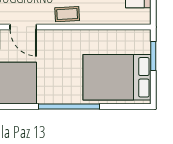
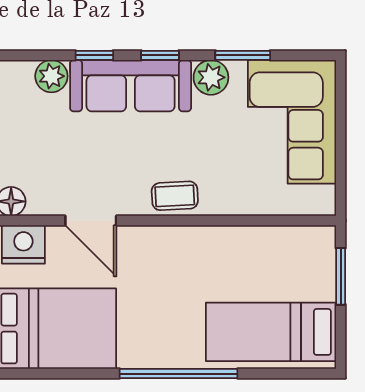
bed: (117, 77) -> (271, 332), width x0.67

